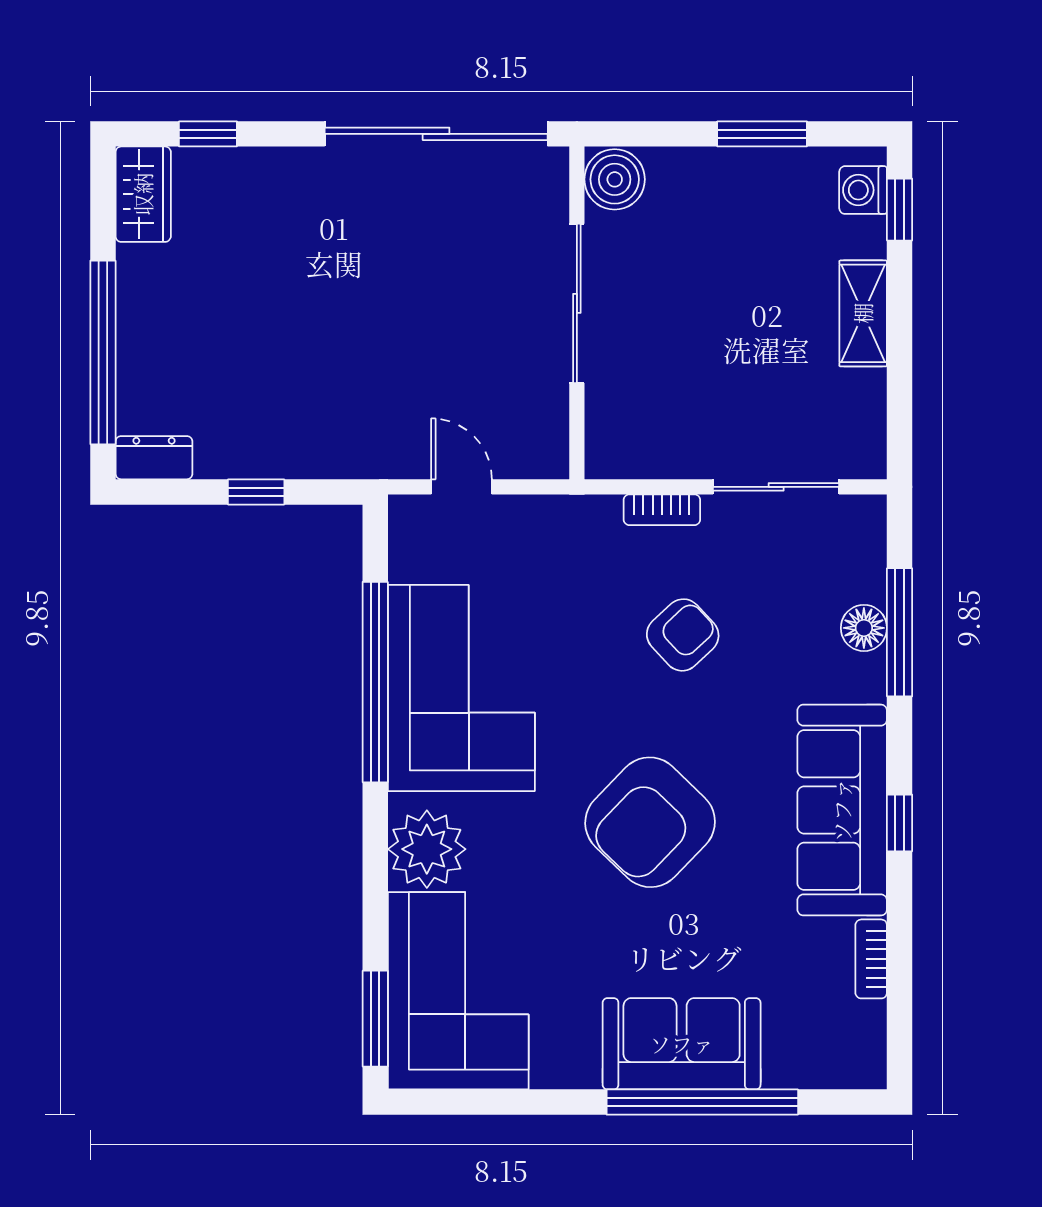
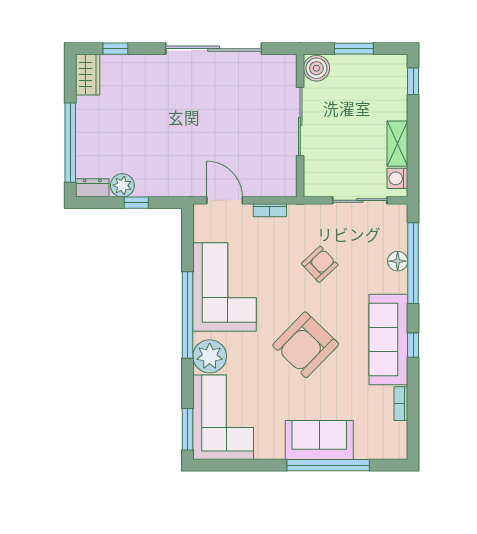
boiler: (615, 179) -> (316, 68), moved
washing machine: (863, 190) -> (397, 178), moved
sliding door: (577, 303) -> (300, 122), moved
wall: (577, 313) -> (300, 126), moved
shelving: (863, 313) -> (397, 144), moved
plant: (224, 452) -> (122, 185), added
door: (461, 487) -> (225, 200), width x1.38
bookcase: (662, 510) -> (270, 210), moved
window: (900, 632) -> (413, 263), width x1.46
window: (375, 682) -> (187, 315), moved

